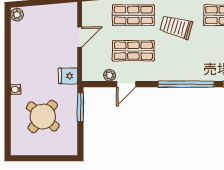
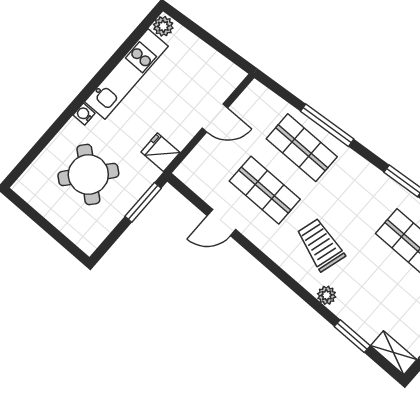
trolley: (176, 27) -> (321, 245), moved
kitchen unit: (19, 53) -> (126, 74), added
plant: (110, 75) -> (327, 295), moved
window: (186, 84) -> (293, 285), removed

